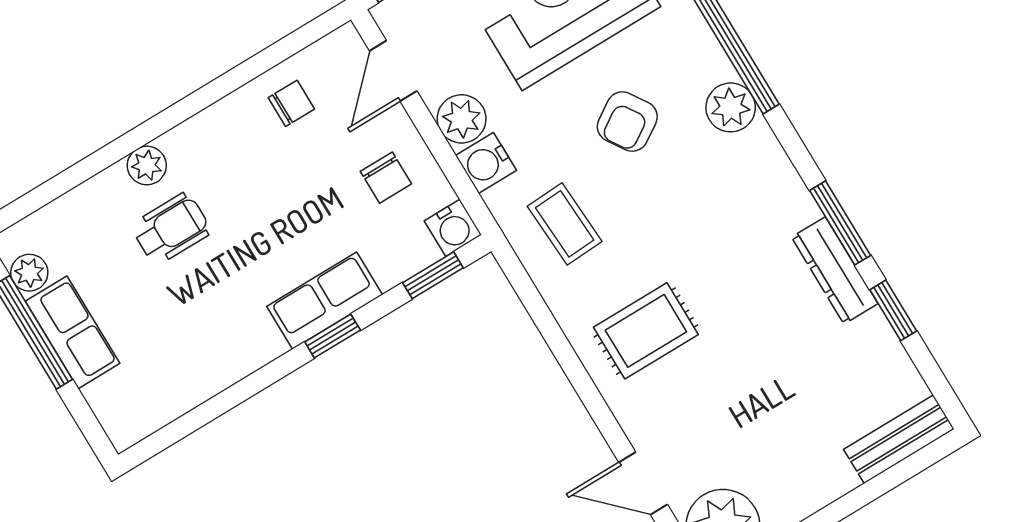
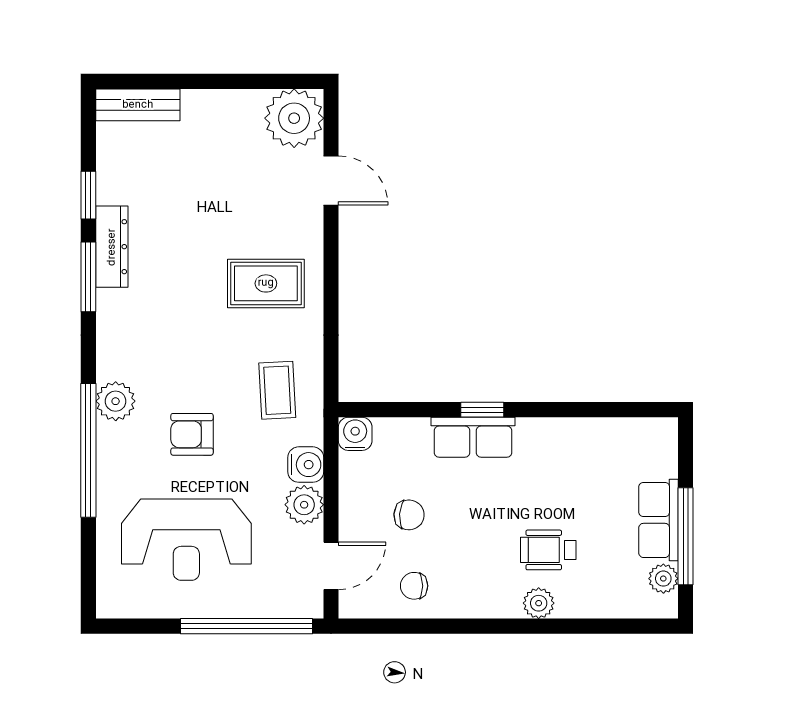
armchair: (627, 122) -> (192, 434), turned -147
chair: (386, 178) -> (409, 515), moved, turned 94
window: (433, 275) -> (389, 410), removed

